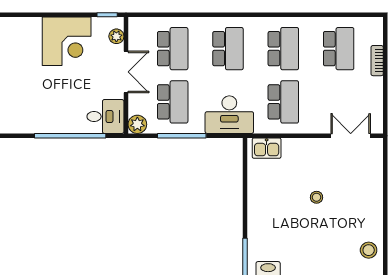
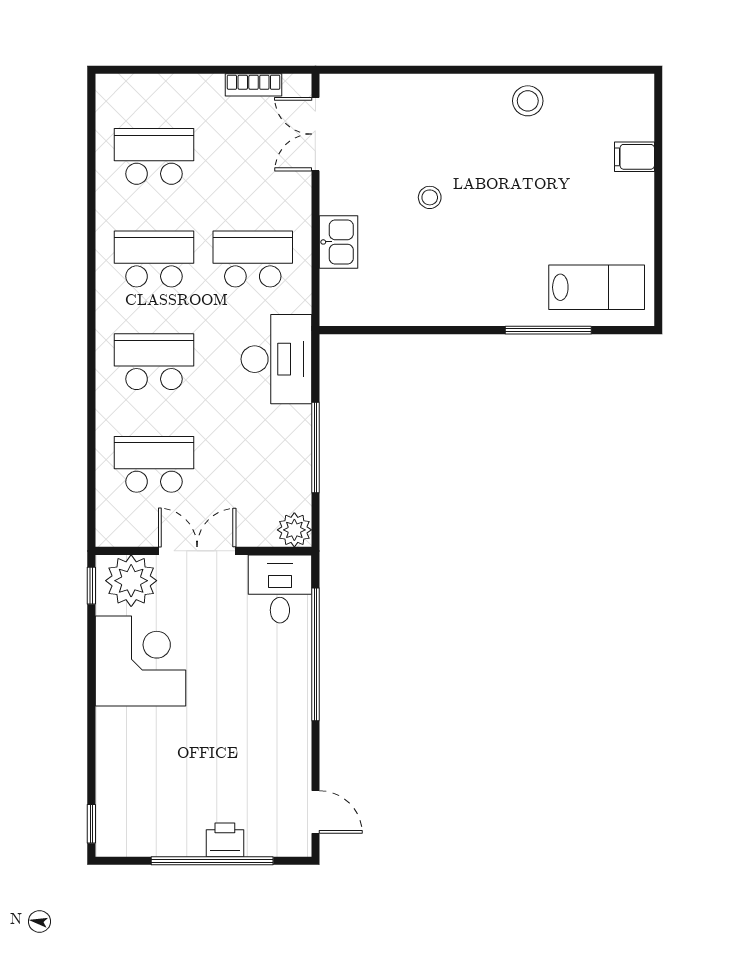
plant: (116, 36) -> (131, 581), width x1.88, depth x1.88
bookcase: (377, 61) -> (254, 85), moved
school desk: (173, 102) -> (253, 464), removed
kitchen sink: (267, 148) -> (339, 242), moved

